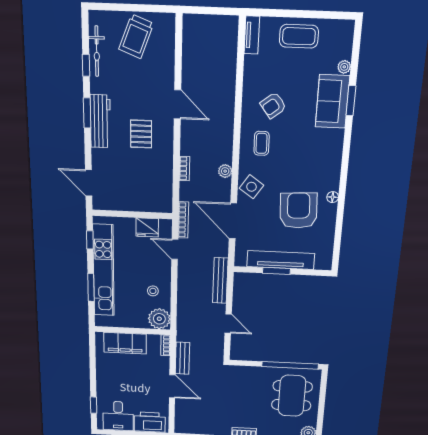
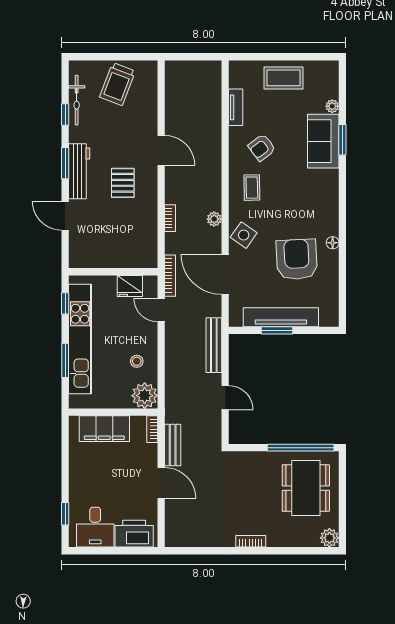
tv unit: (252, 35) -> (236, 107), moved
door: (89, 183) -> (65, 216), moved

